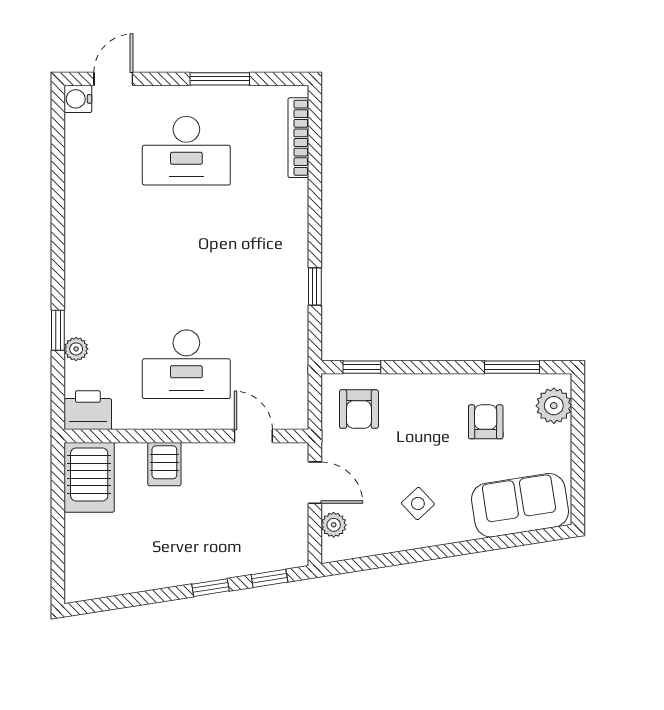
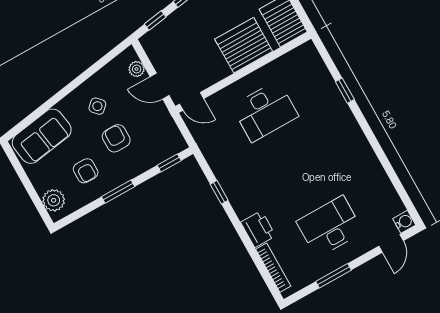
plant: (76, 349) -> (329, 86), removed
desk: (186, 364) -> (265, 111), turned 180
window: (512, 367) -> (118, 192), moved
armchair: (359, 409) -> (116, 138), moved
printer: (88, 410) -> (258, 229), moved, turned -90
door: (253, 436) -> (192, 101), moved
server rack: (164, 464) -> (244, 45), width x2.18, depth x1.44

